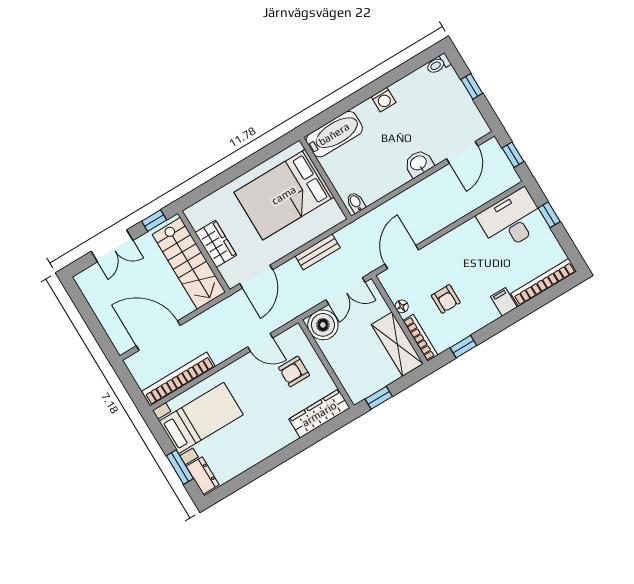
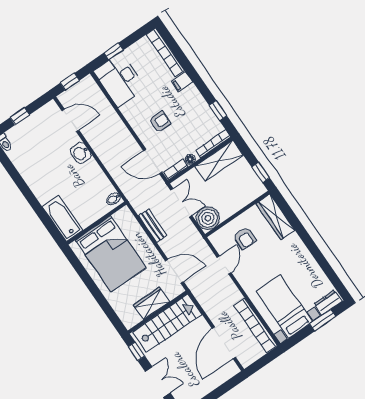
washing machine: (384, 100) -> (34, 183), removed
bookcase: (389, 287) -> (176, 170), added
armchair: (446, 299) -> (160, 122), moved

